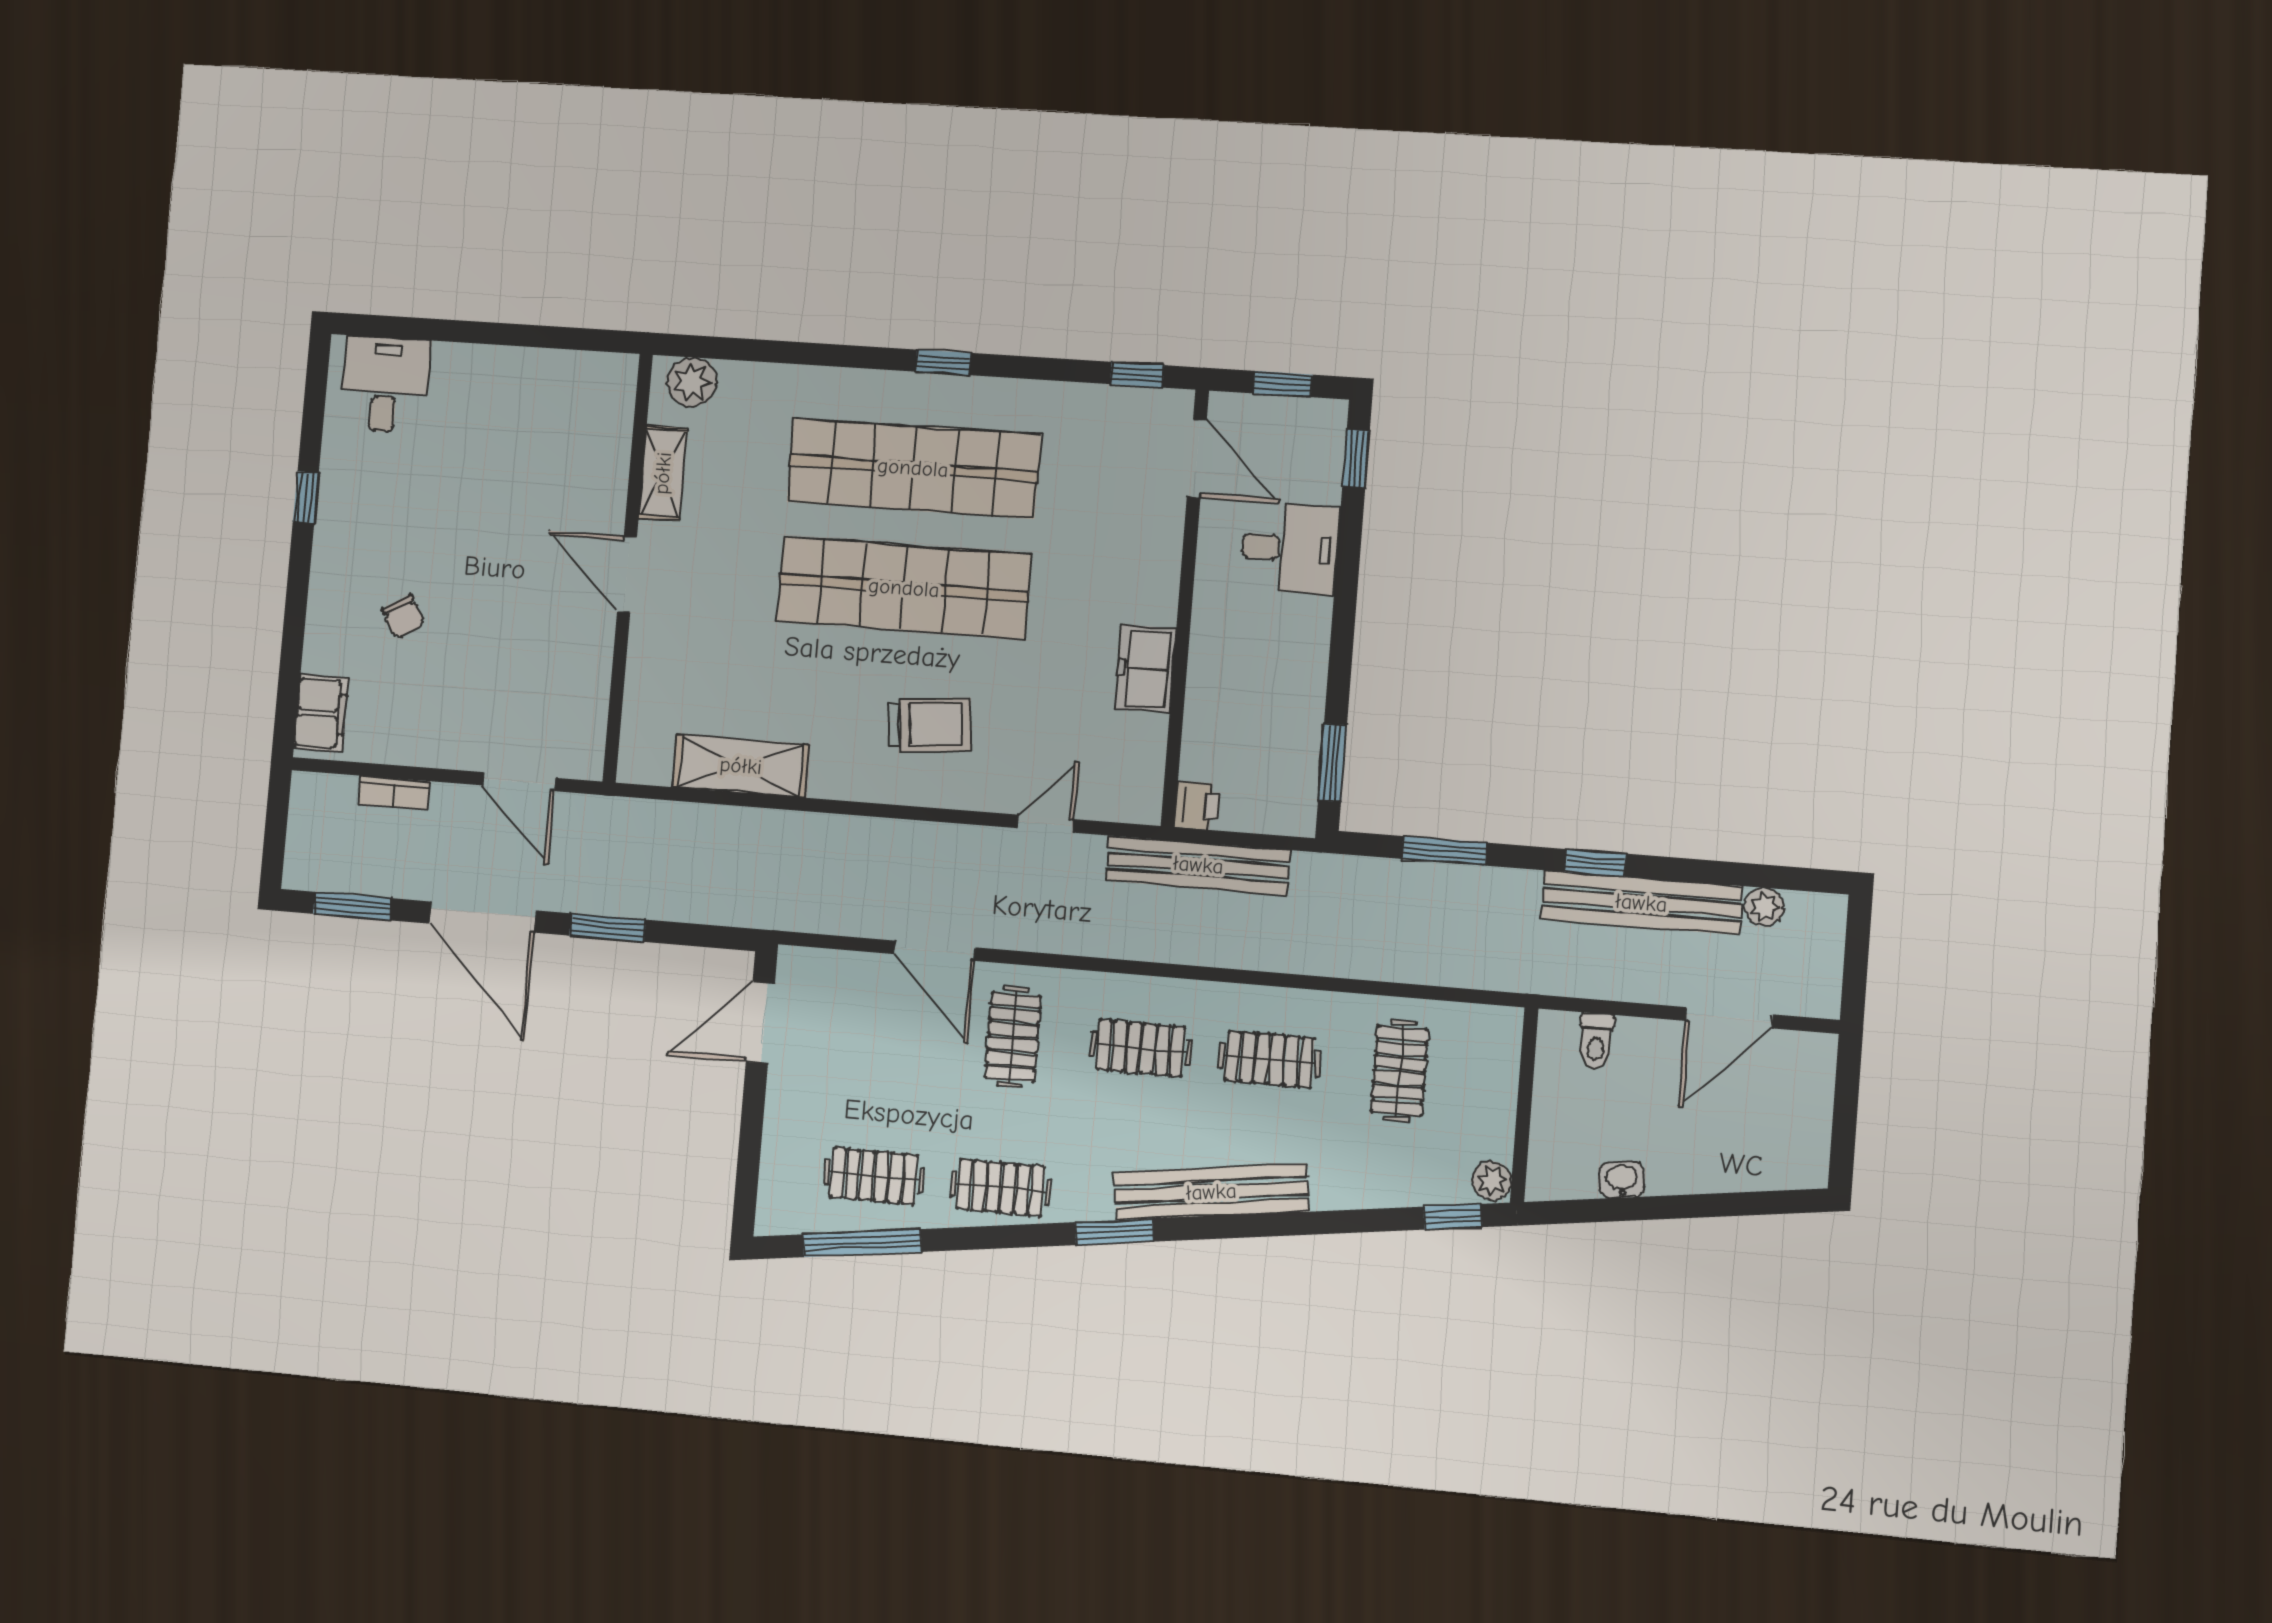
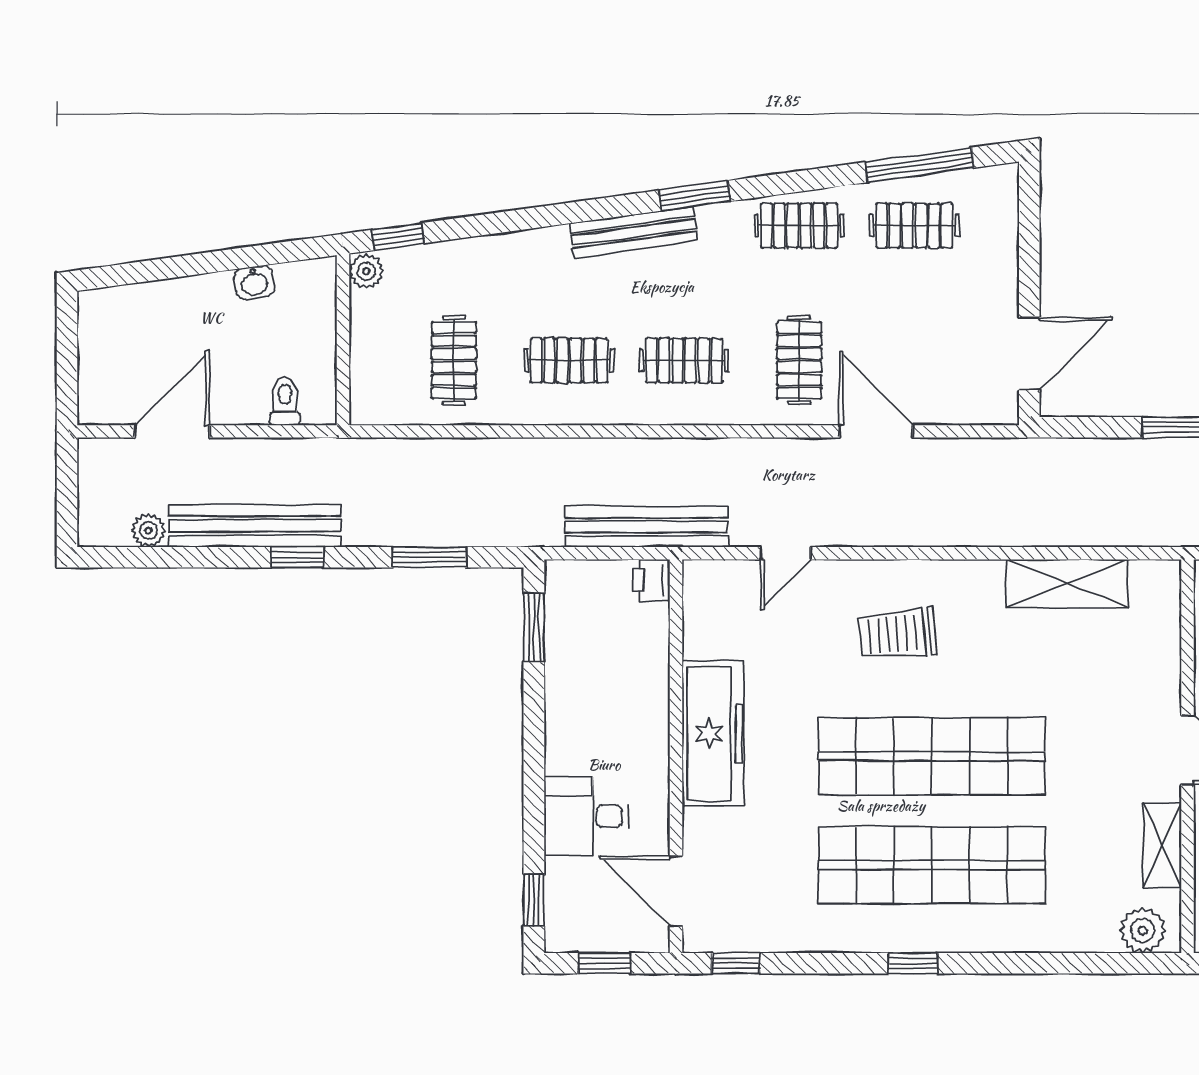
freezer: (1146, 669) -> (713, 734), width x1.91, depth x1.26
bench: (1211, 1192) -> (634, 232), width x0.73, depth x0.82

